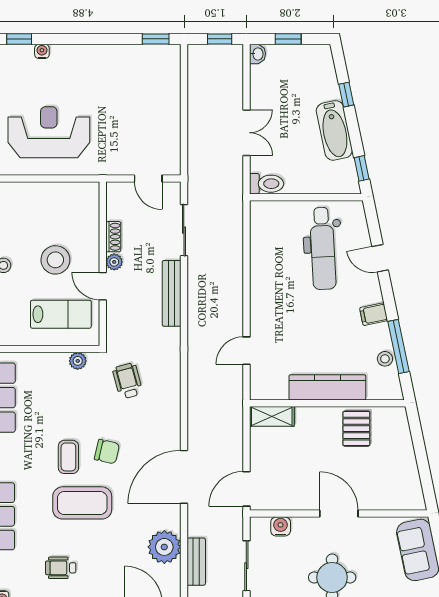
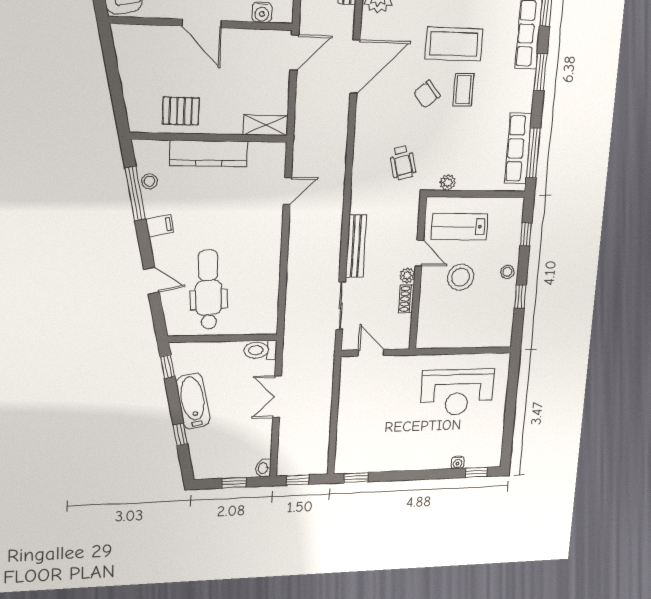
pallet: (356, 429) -> (181, 111), turned 90
chair: (107, 452) -> (427, 94), turned -53

